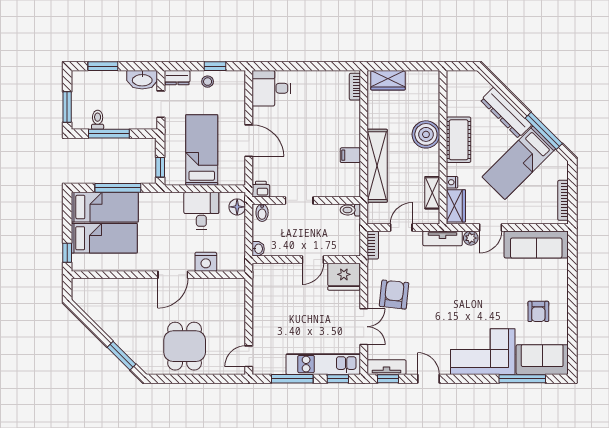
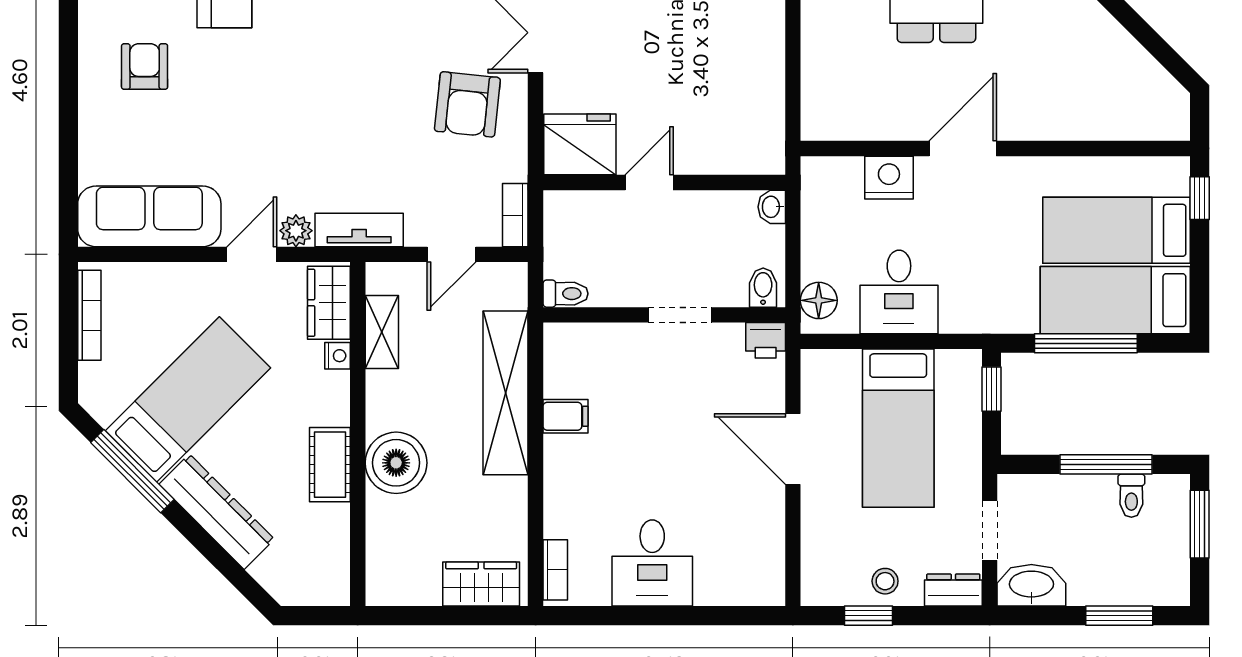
desk: (271, 88) -> (652, 563), moved, turned 90
cot: (459, 140) -> (330, 465), width x0.73, depth x0.75

